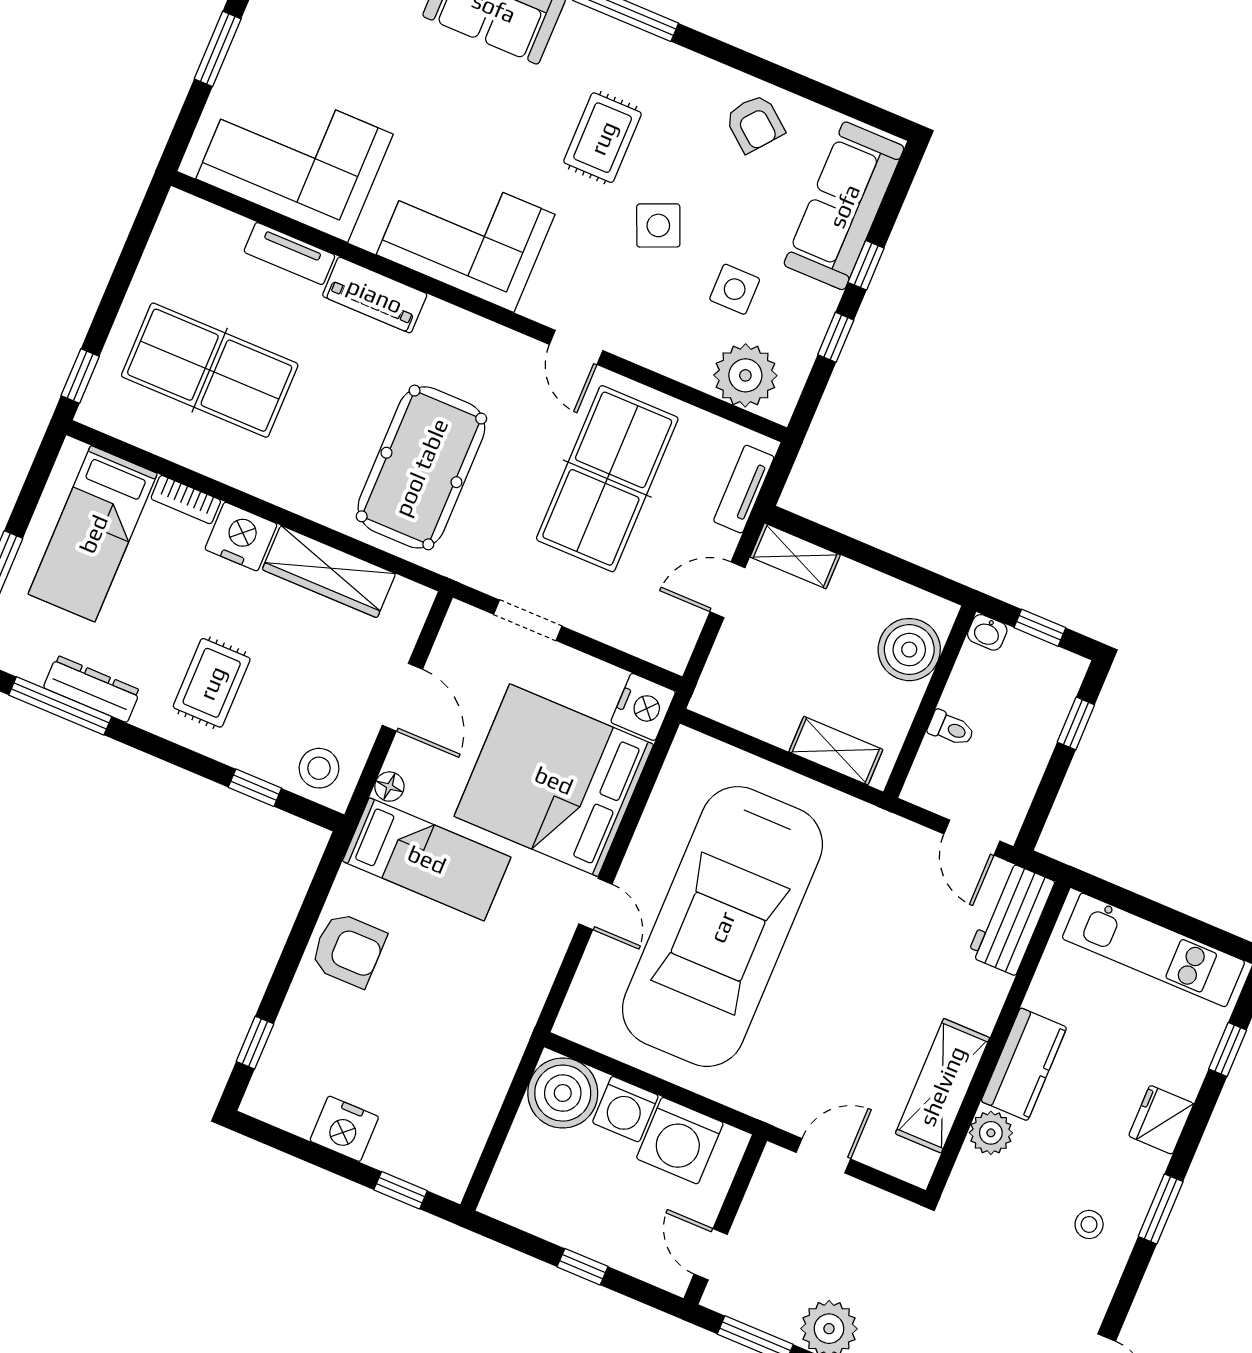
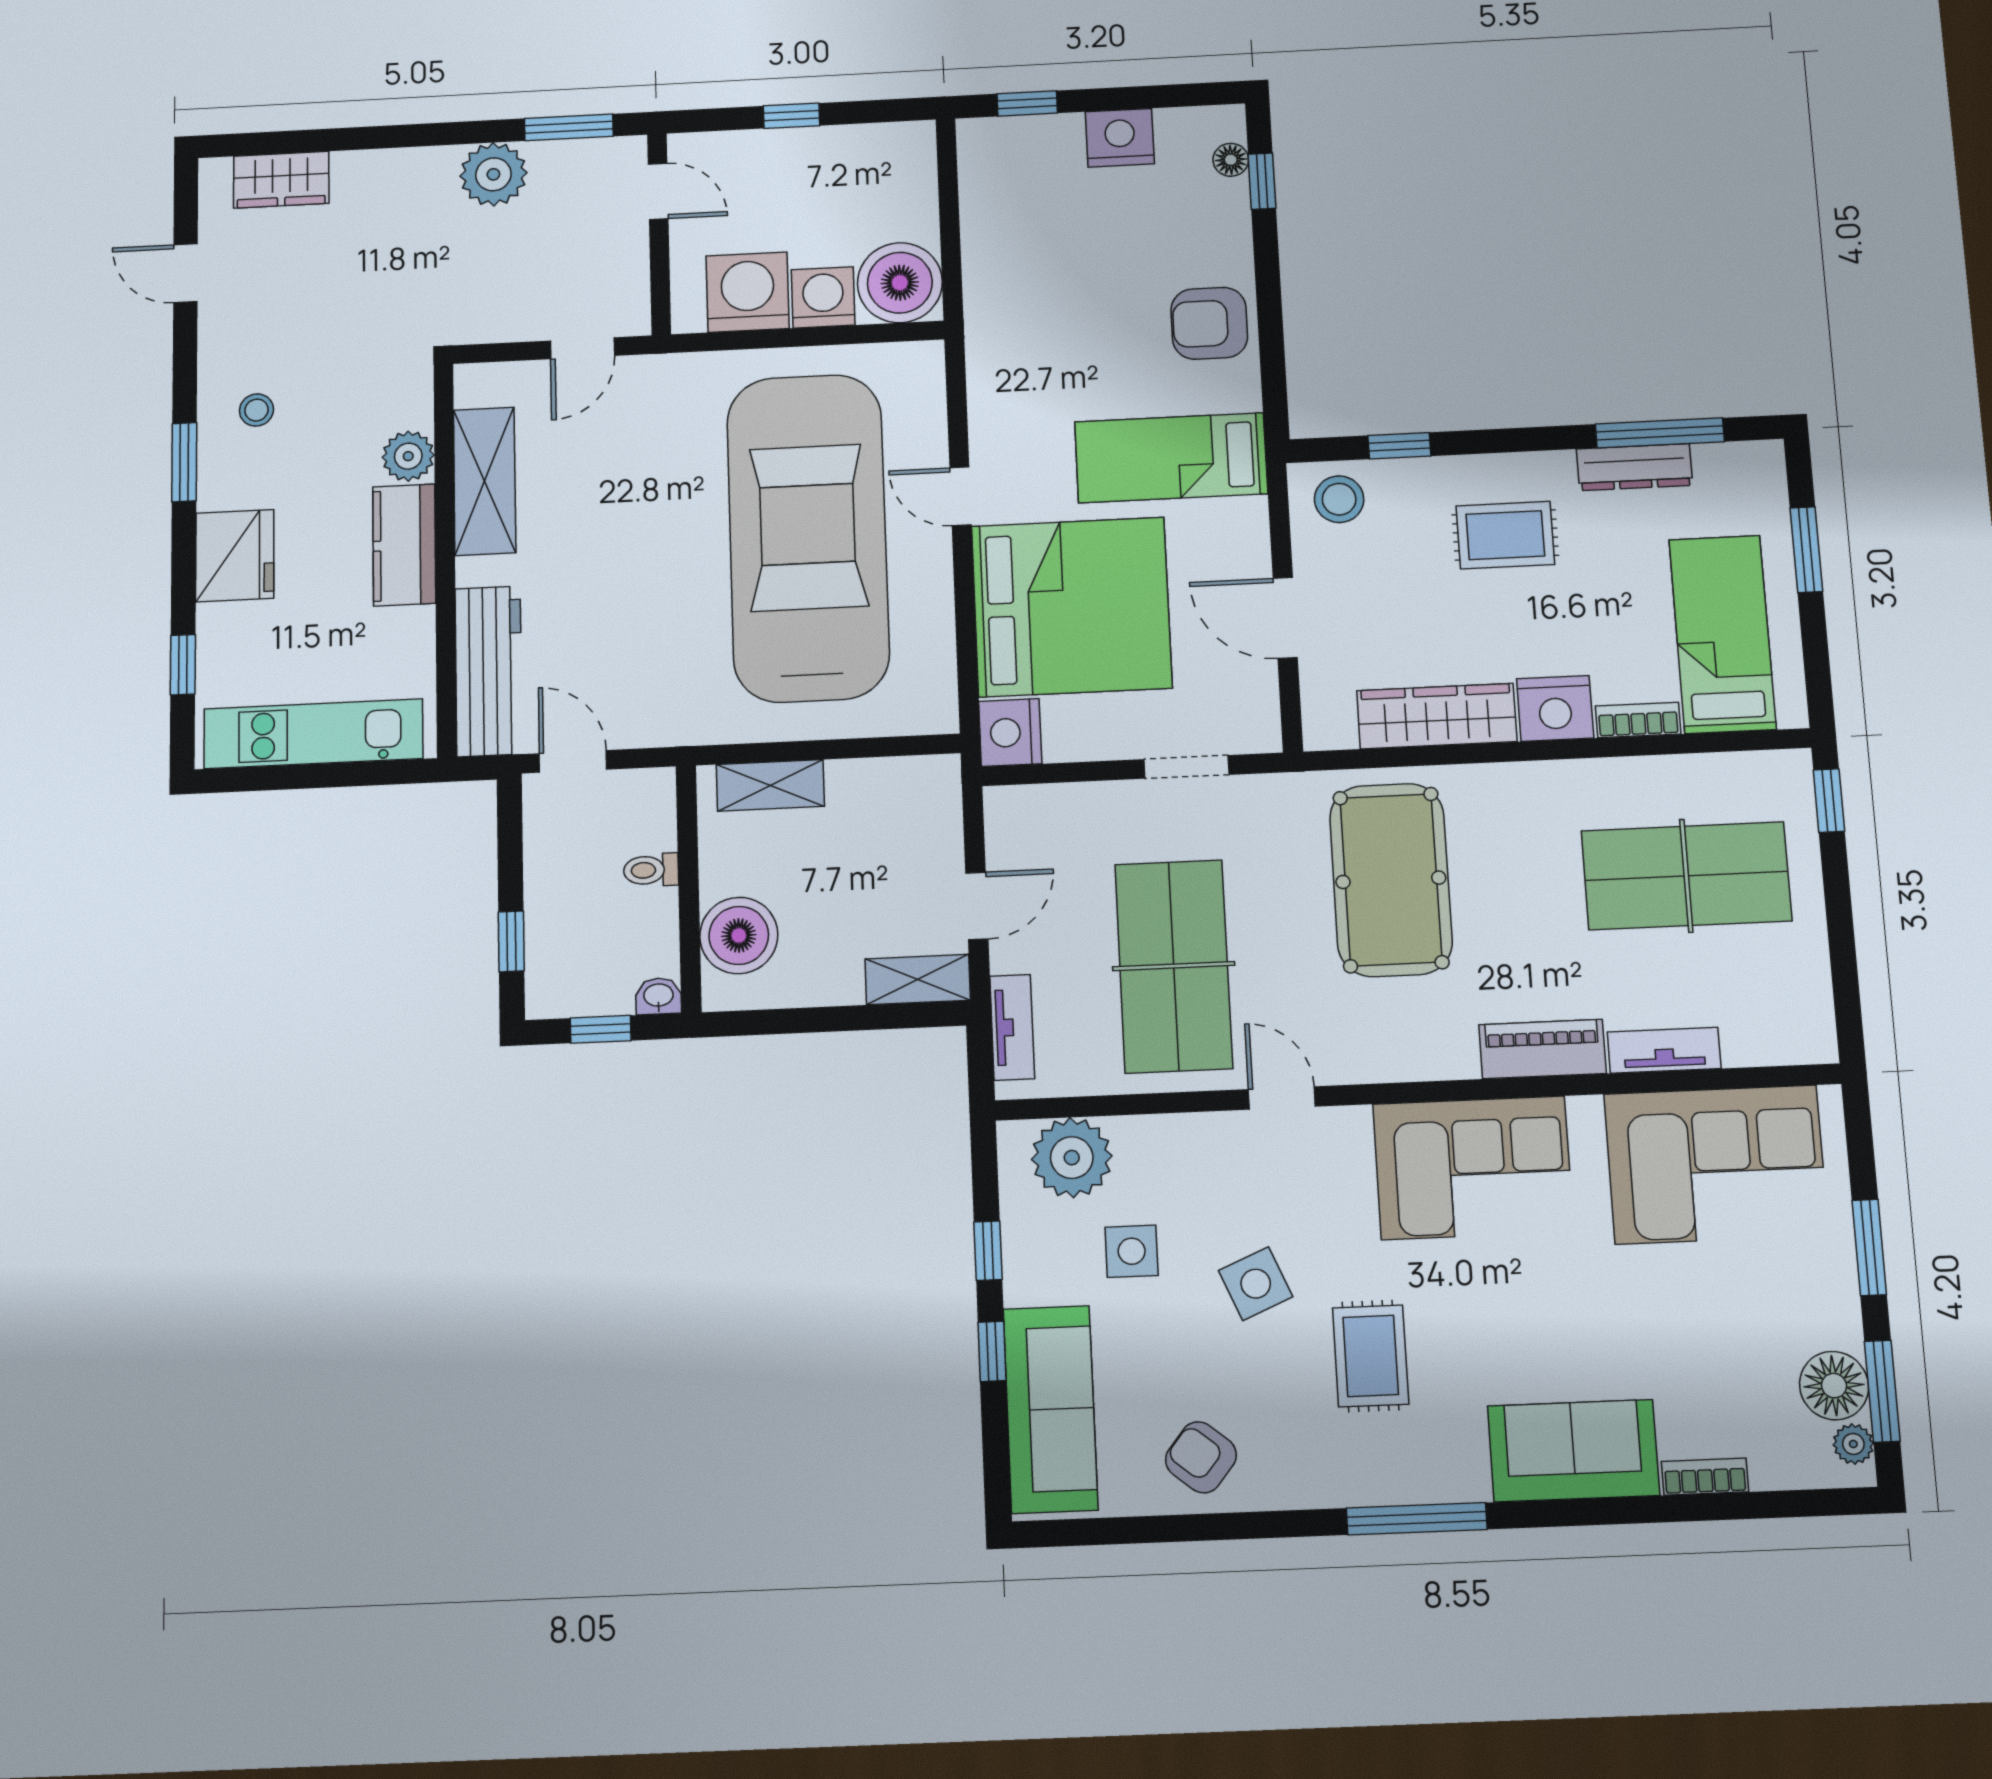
rug: (212, 683) -> (1505, 535), turned 90
floor lamp: (389, 787) -> (1231, 160), moved
workbench: (1011, 919) -> (489, 671), width x1.37
fridge: (1161, 1120) -> (235, 556), width x1.36, depth x1.34

